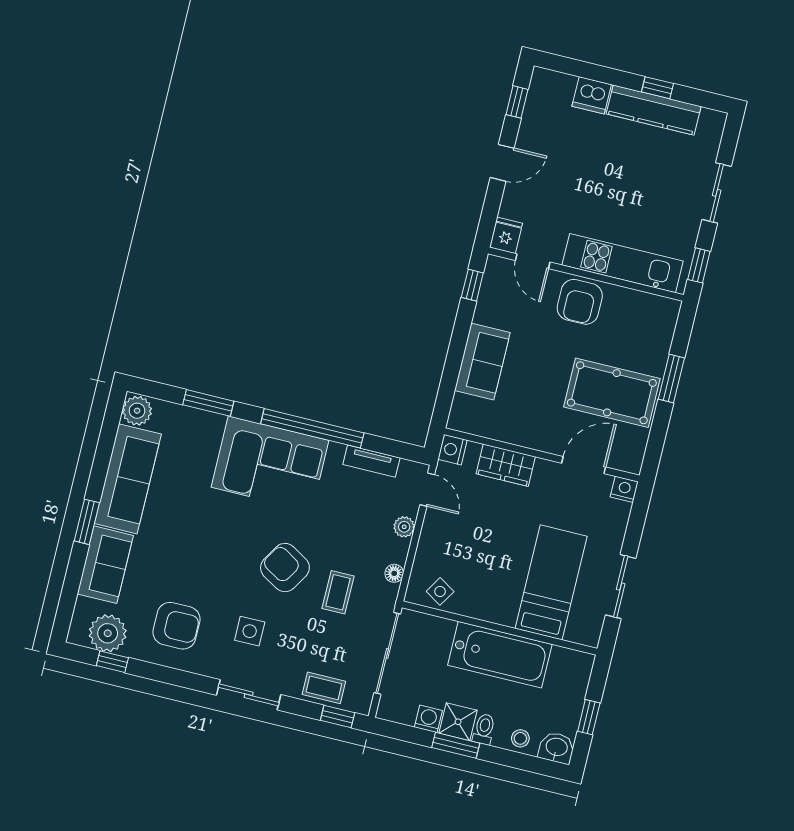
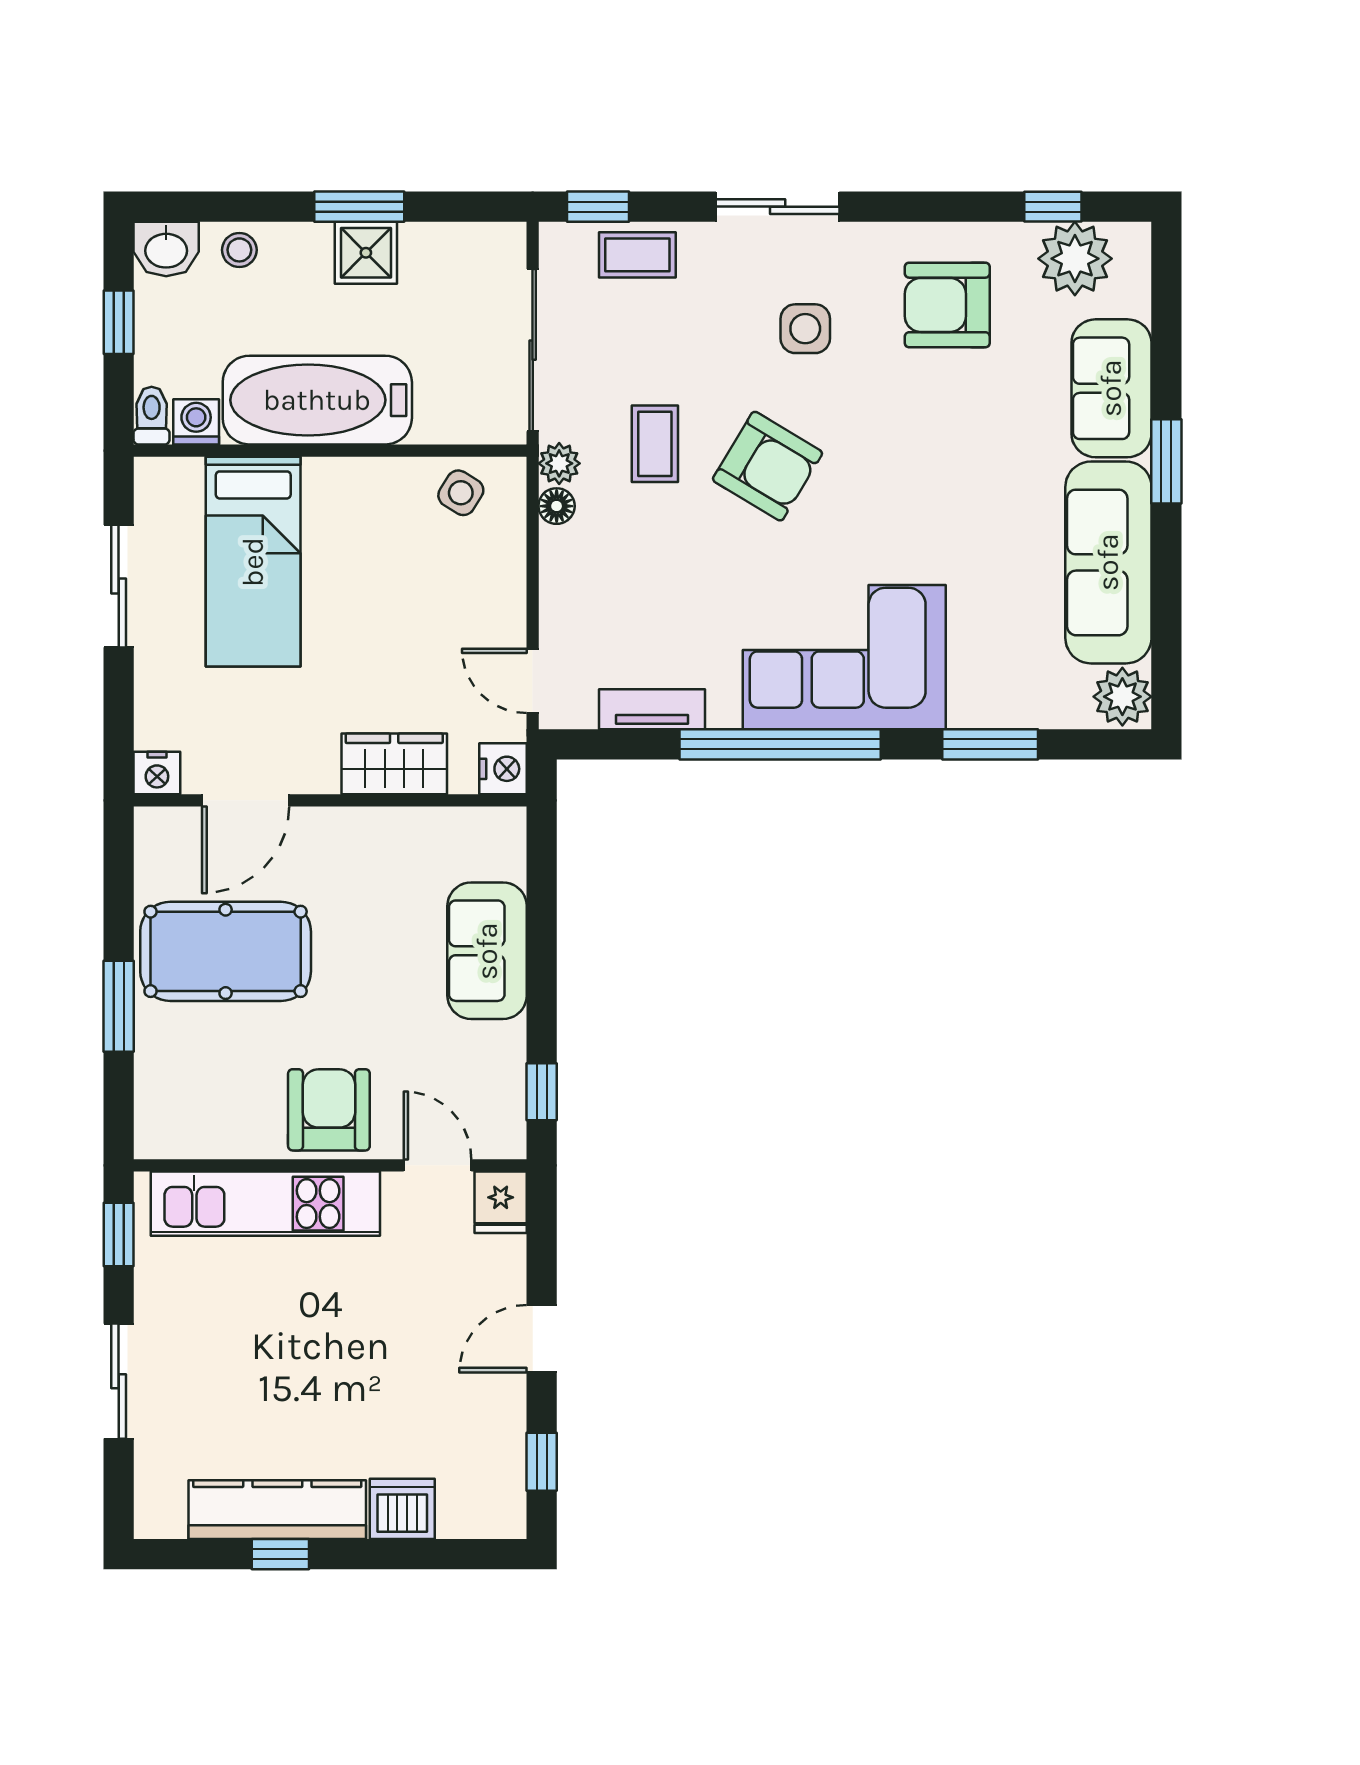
plant: (404, 527) -> (559, 463), moved
washing machine: (428, 719) -> (196, 422), moved, turned 180
toilet: (484, 729) -> (152, 416), moved, turned 180

